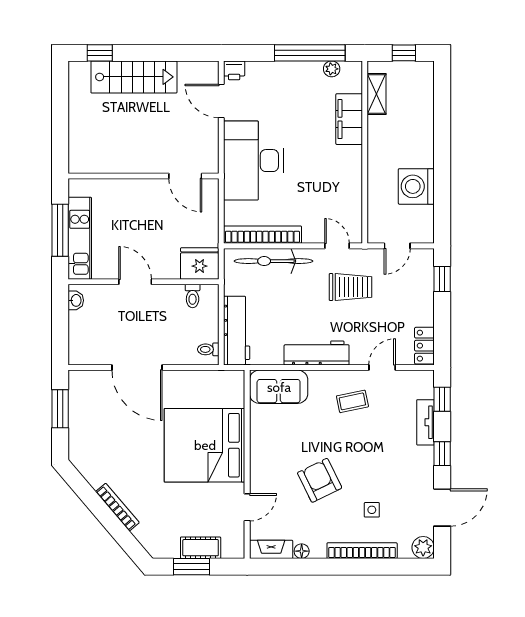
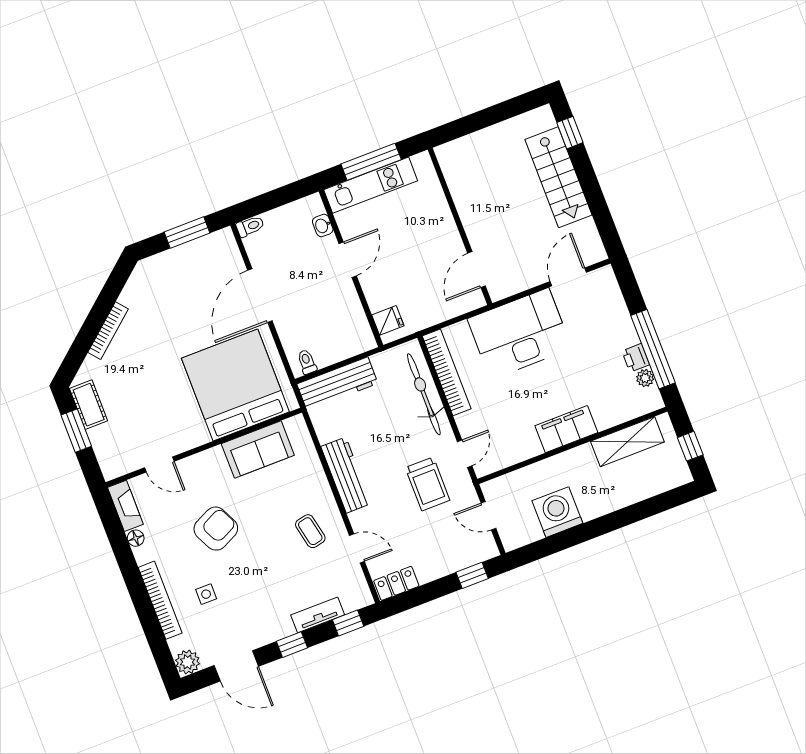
printer: (234, 70) -> (636, 358), moved
shelving: (377, 94) -> (627, 442), width x1.50, depth x1.33
filing cabinet: (349, 119) -> (566, 429), moved
fridge: (200, 263) -> (388, 320), width x0.53, depth x0.75
toilet: (193, 296) -> (250, 226), moved, turned 180
washbasin: (76, 300) -> (323, 225), moved, turned 90
sofa: (279, 387) -> (258, 449), moved, turned -90
bed: (205, 445) -> (235, 385), moved
cot: (201, 548) -> (89, 405), moved

